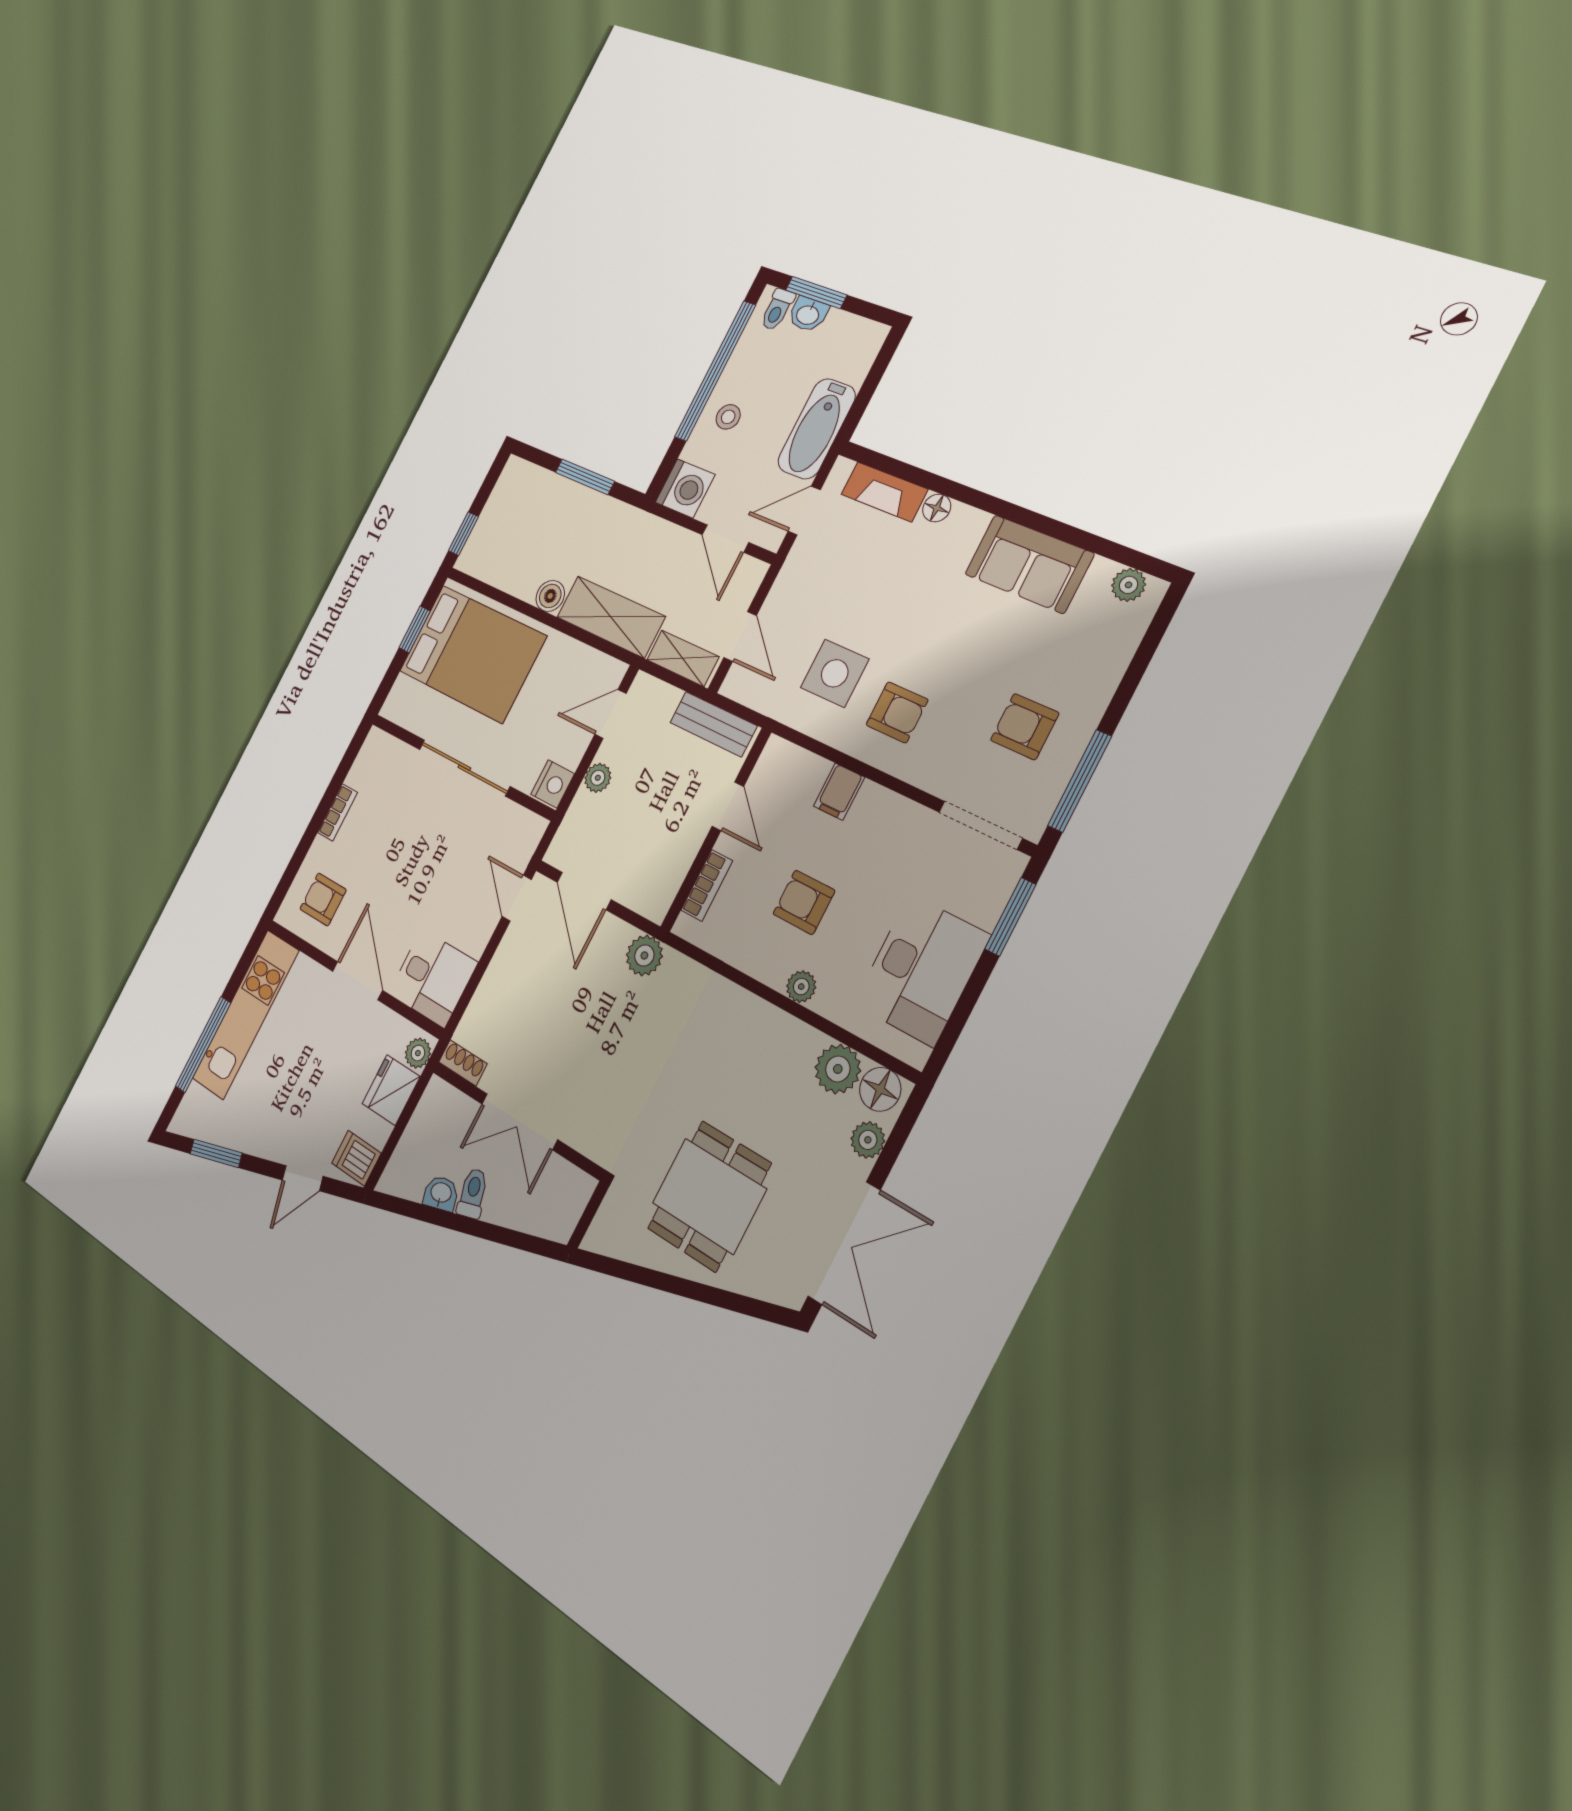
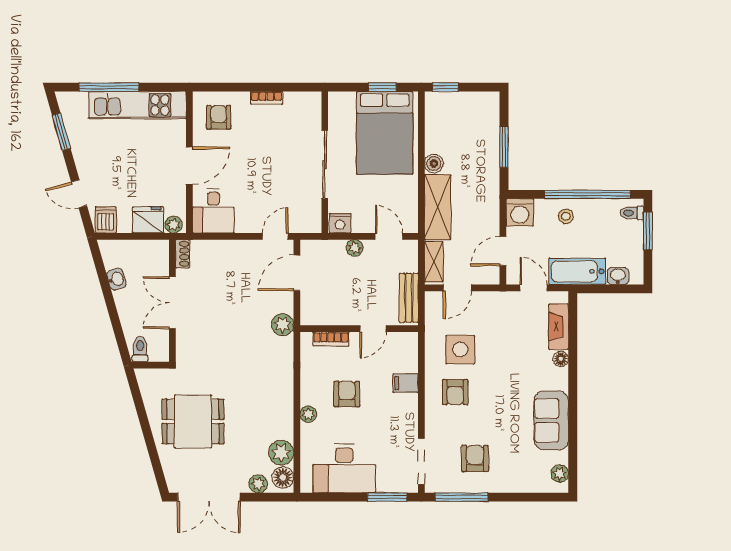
washbasin: (808, 314) -> (618, 276), moved, turned 90
toilet: (473, 1193) -> (140, 349), moved, turned -74

